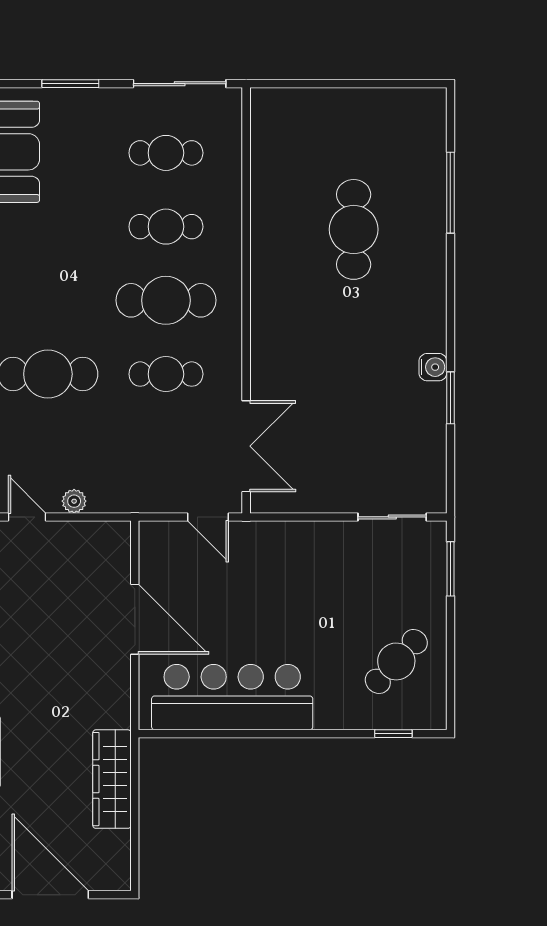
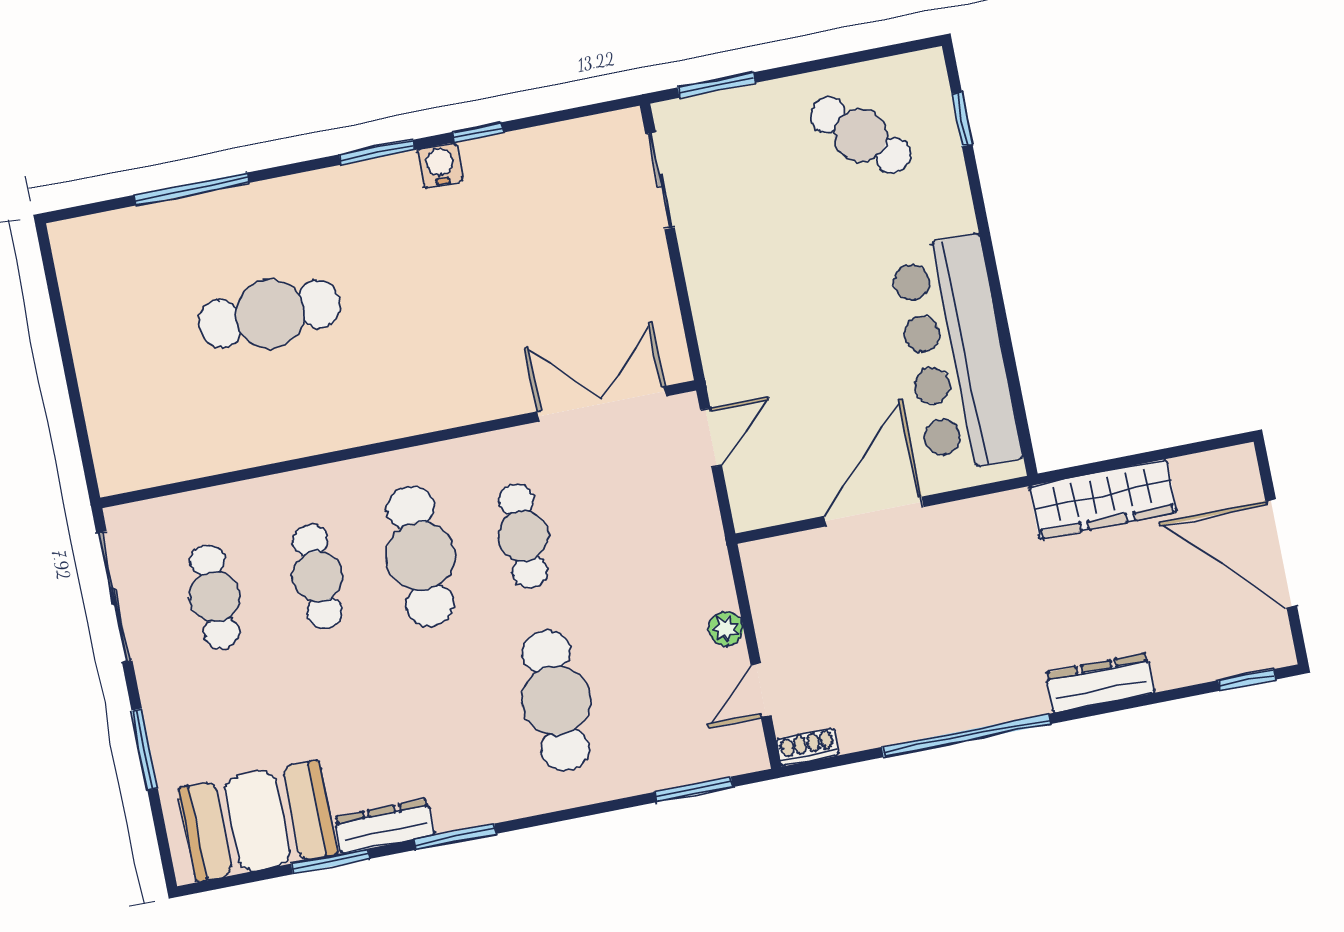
window: (450, 325) -> (377, 152), added
window: (450, 398) -> (478, 132), width x0.67
door: (50, 895) -> (1281, 553), hinge flipped

